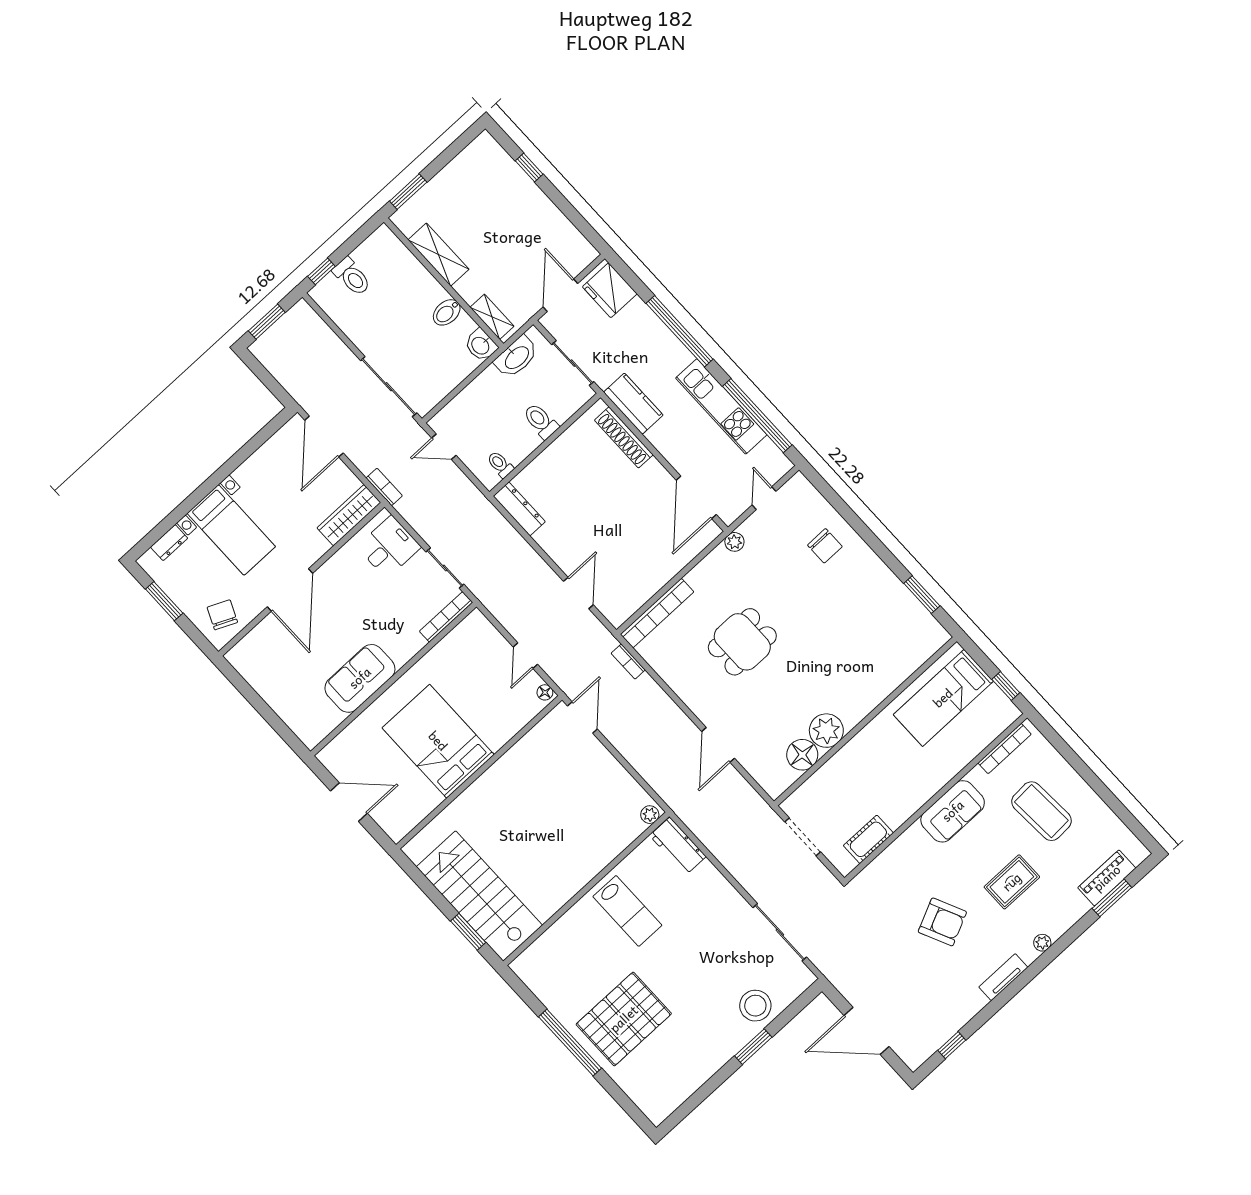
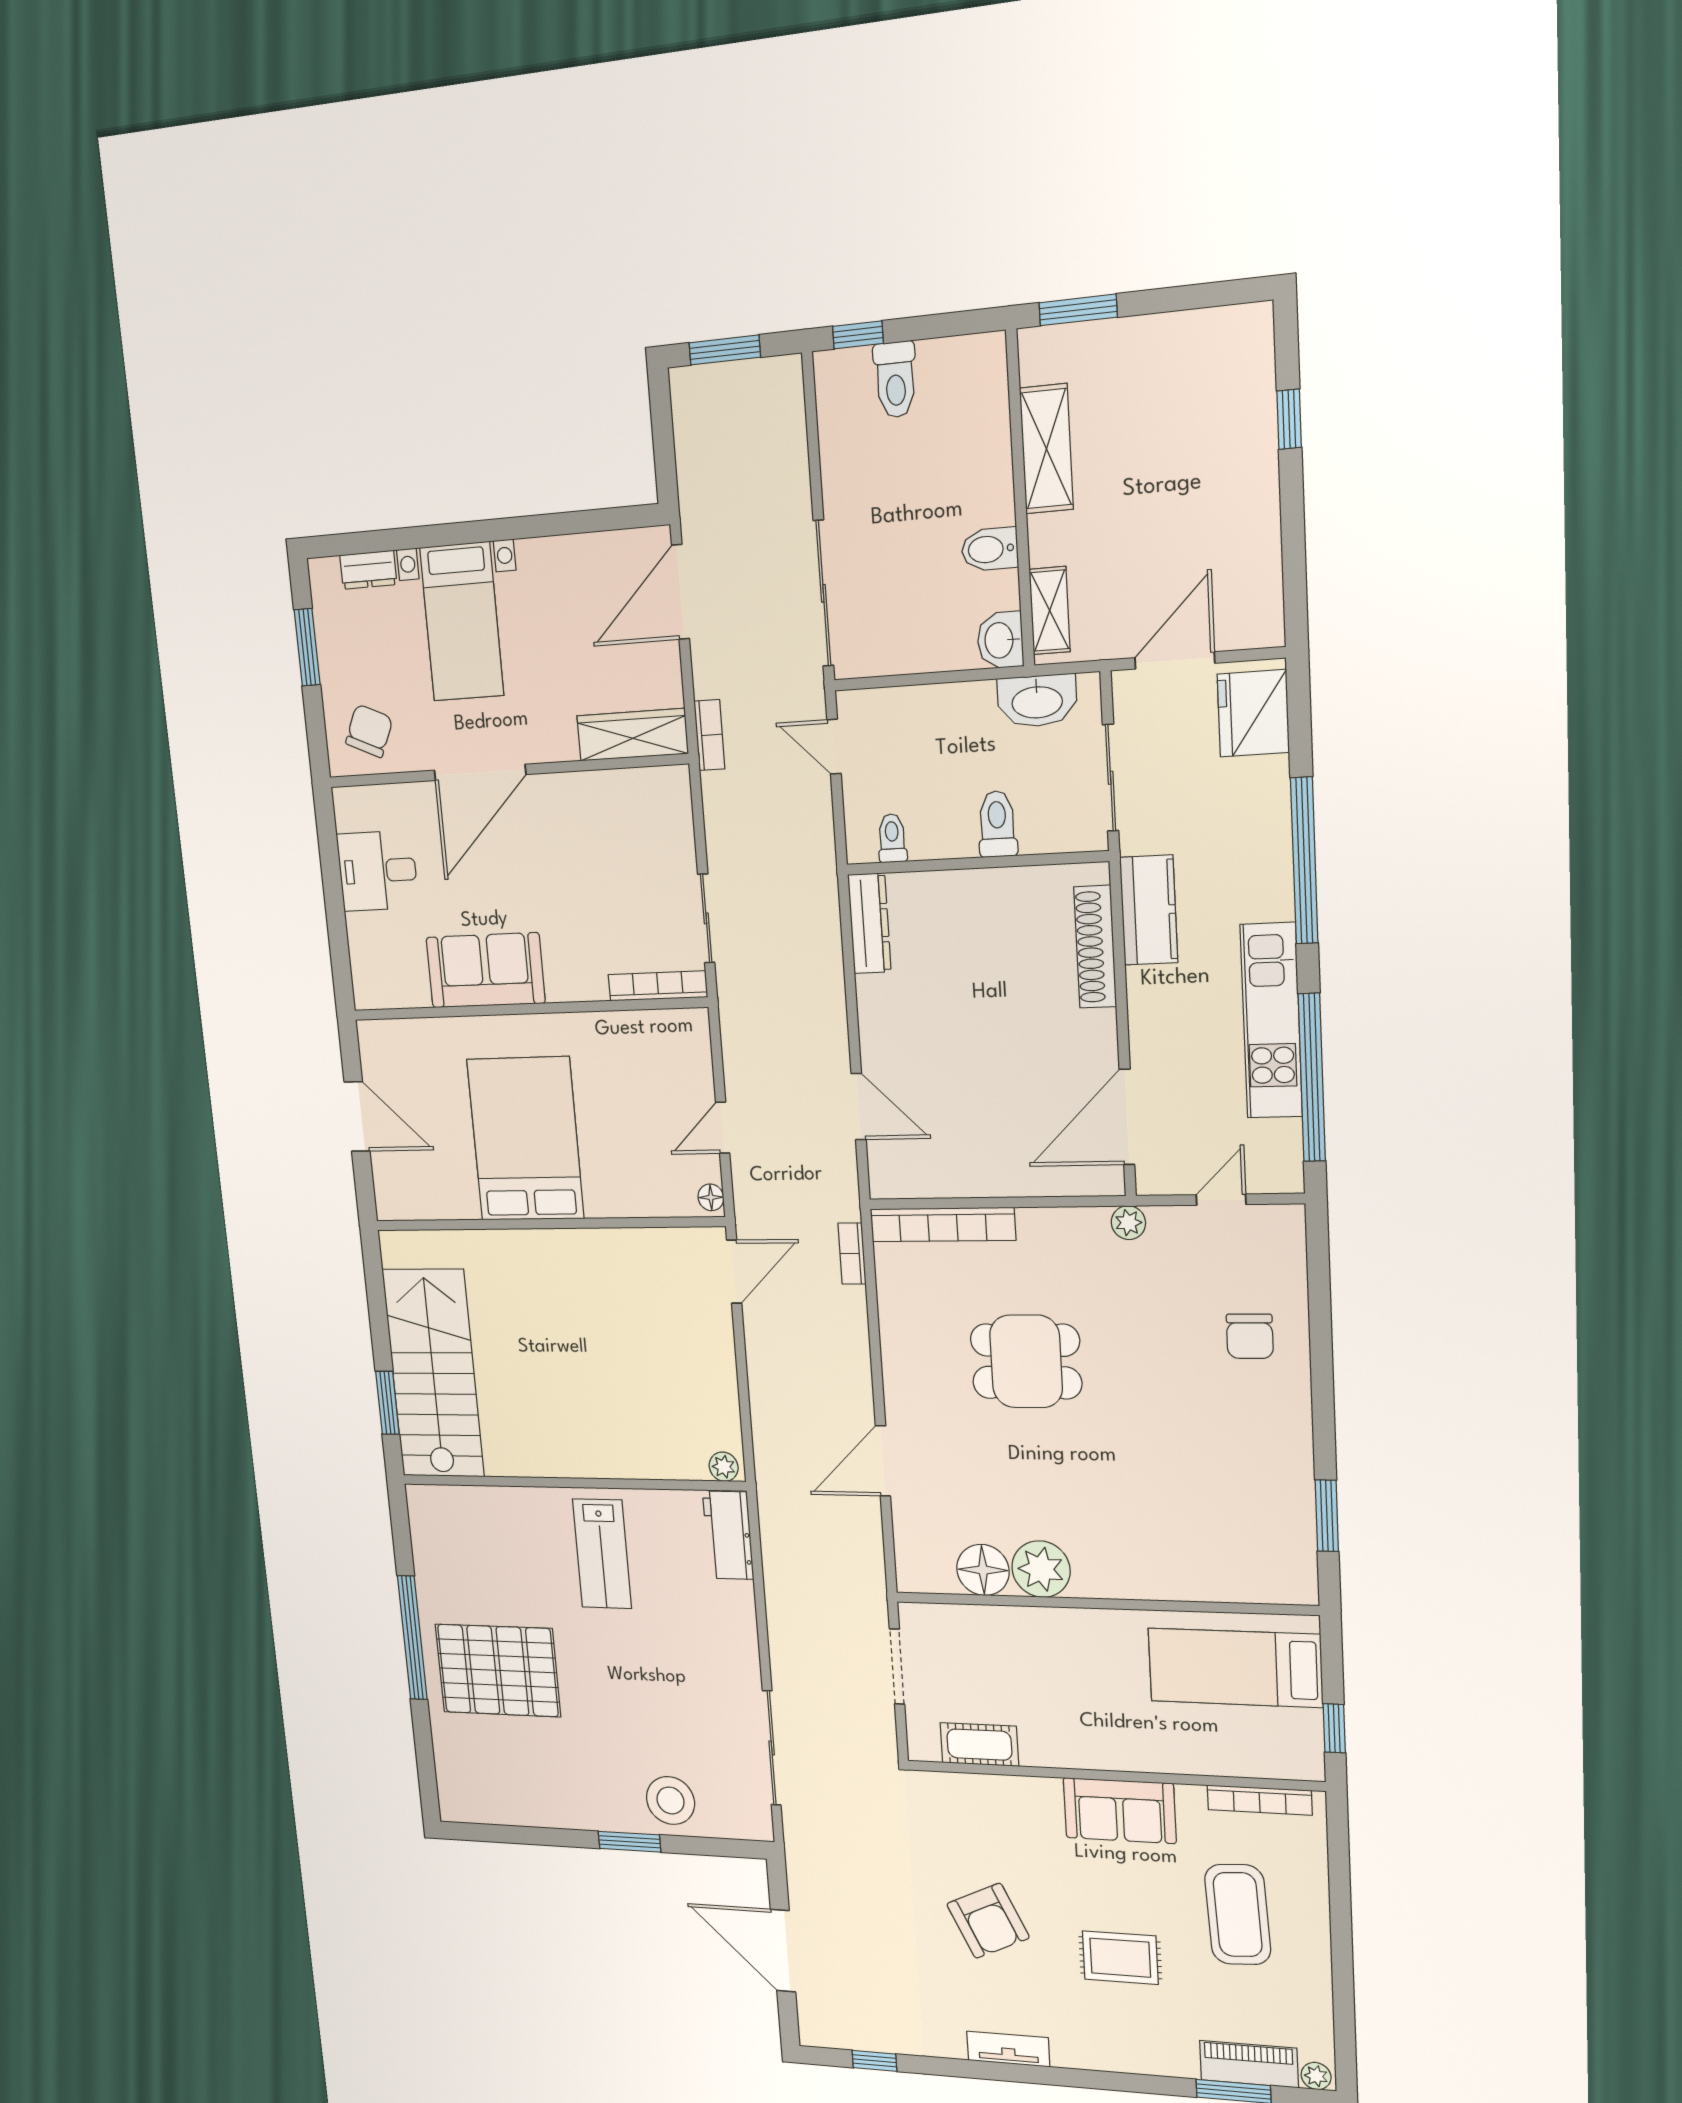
desk: (389, 547) -> (378, 871), moved, turned 180
door: (578, 593) -> (859, 1107), hinge flipped
plant: (1042, 943) -> (1316, 2076), moved

